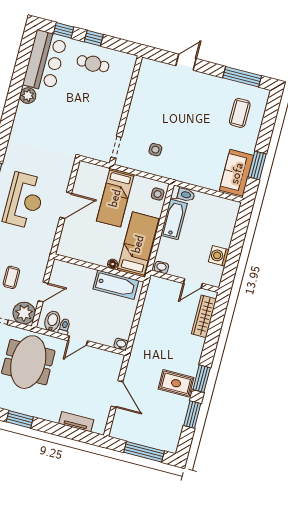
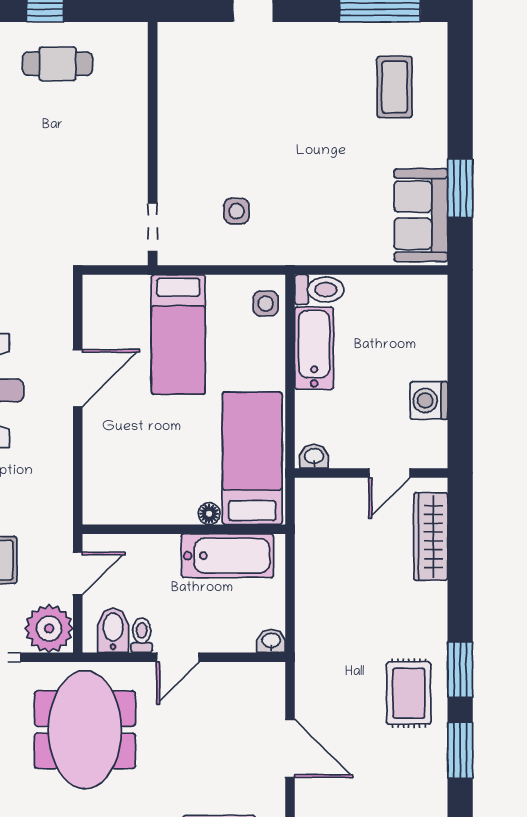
bed: (138, 244) -> (252, 458), moved
floor lamp: (113, 264) -> (209, 514), moved
wall: (100, 268) -> (184, 529), moved
bathtub: (116, 285) -> (227, 556), moved
rug: (176, 383) -> (409, 693), turned 90

